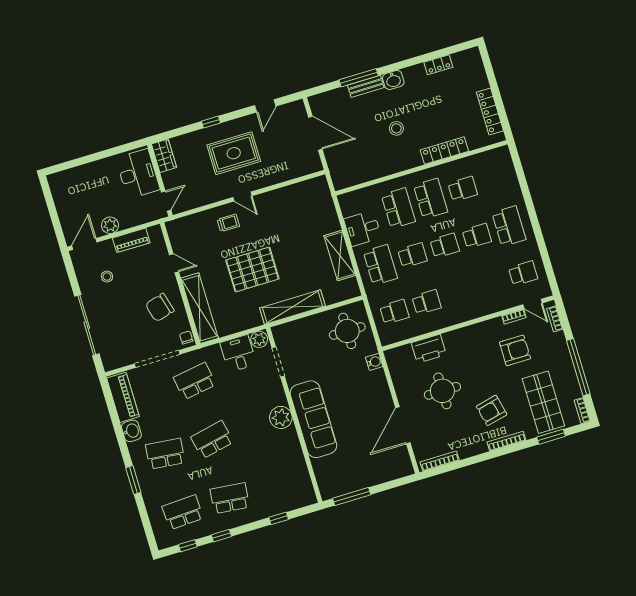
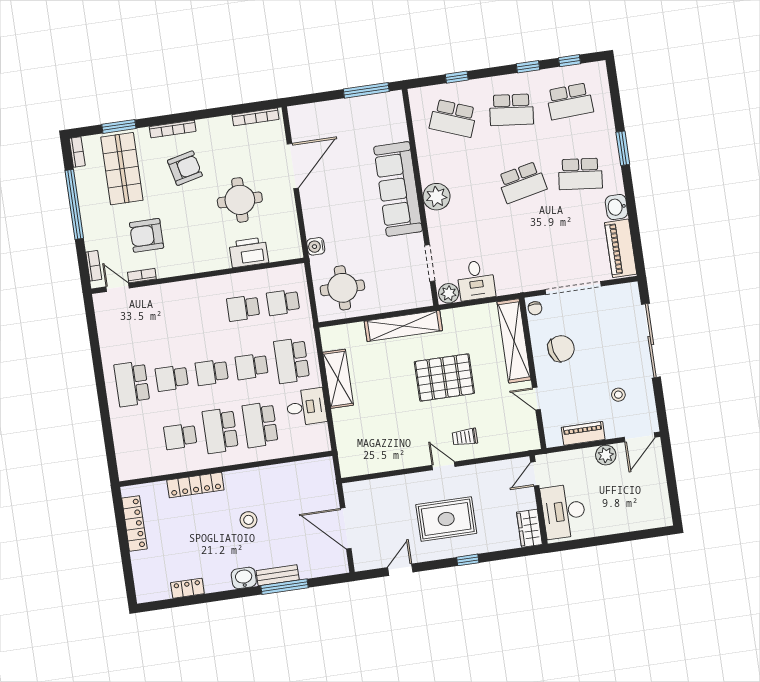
school desk: (523, 273) -> (123, 326), removed
school desk: (195, 381) -> (453, 118), moved, turned 30

